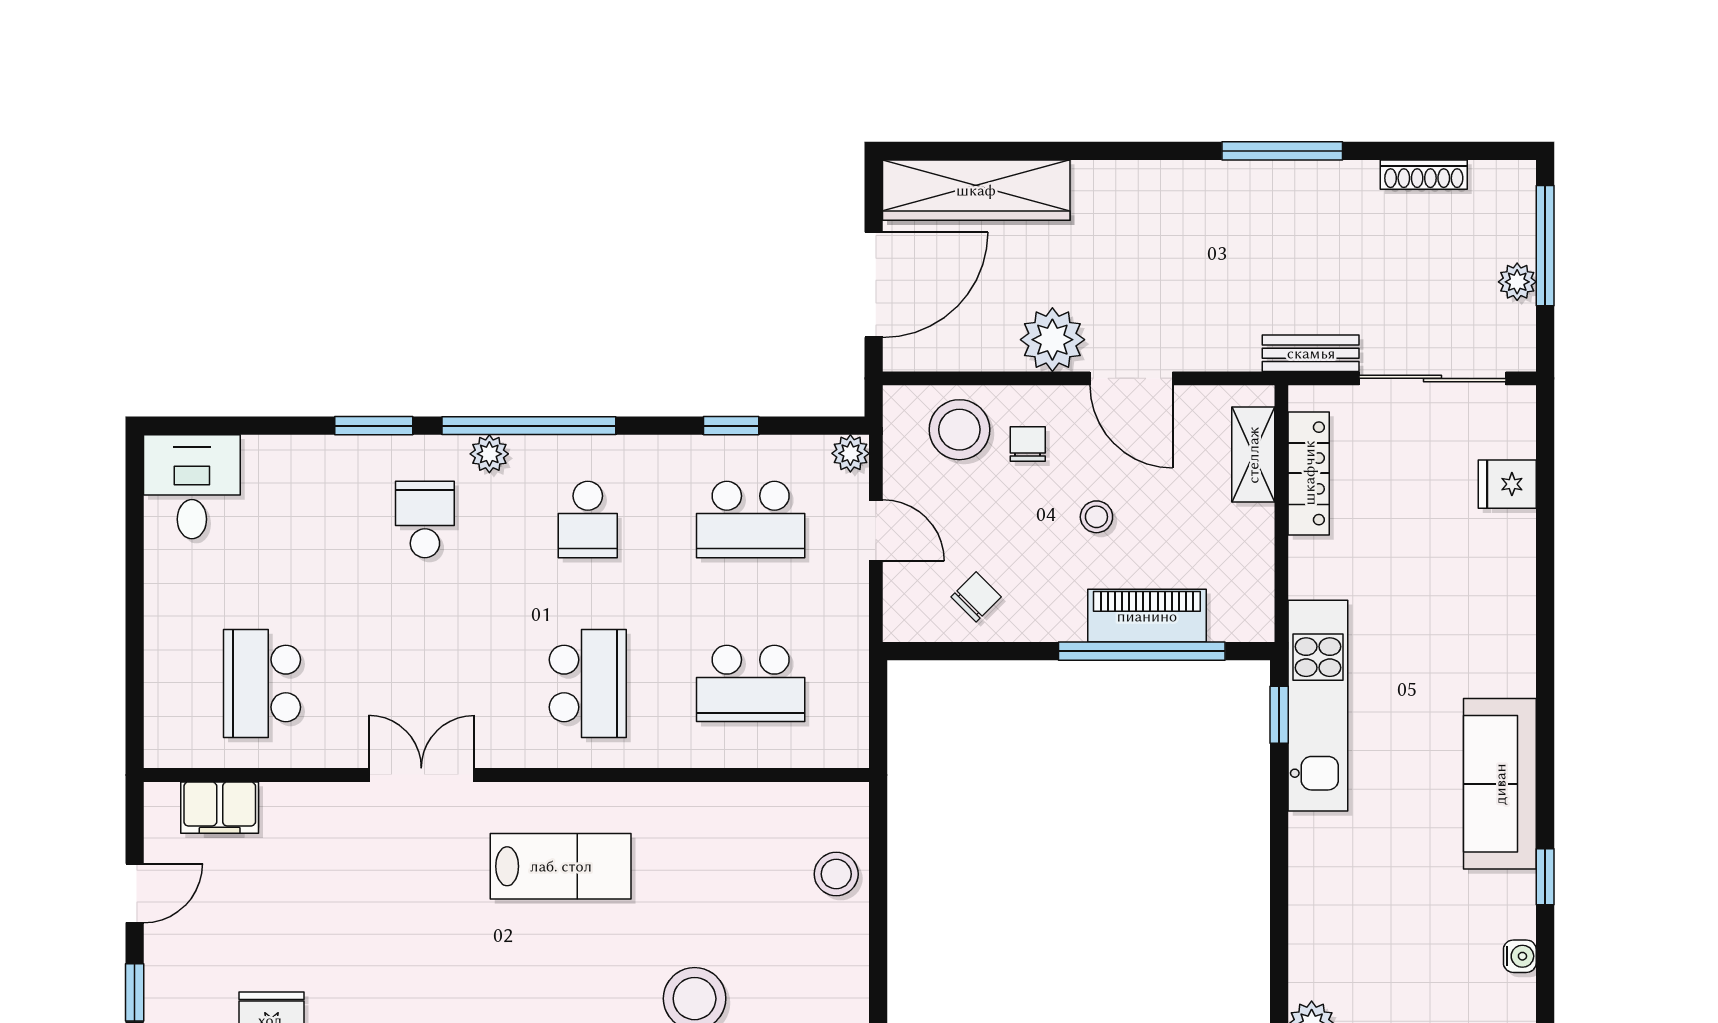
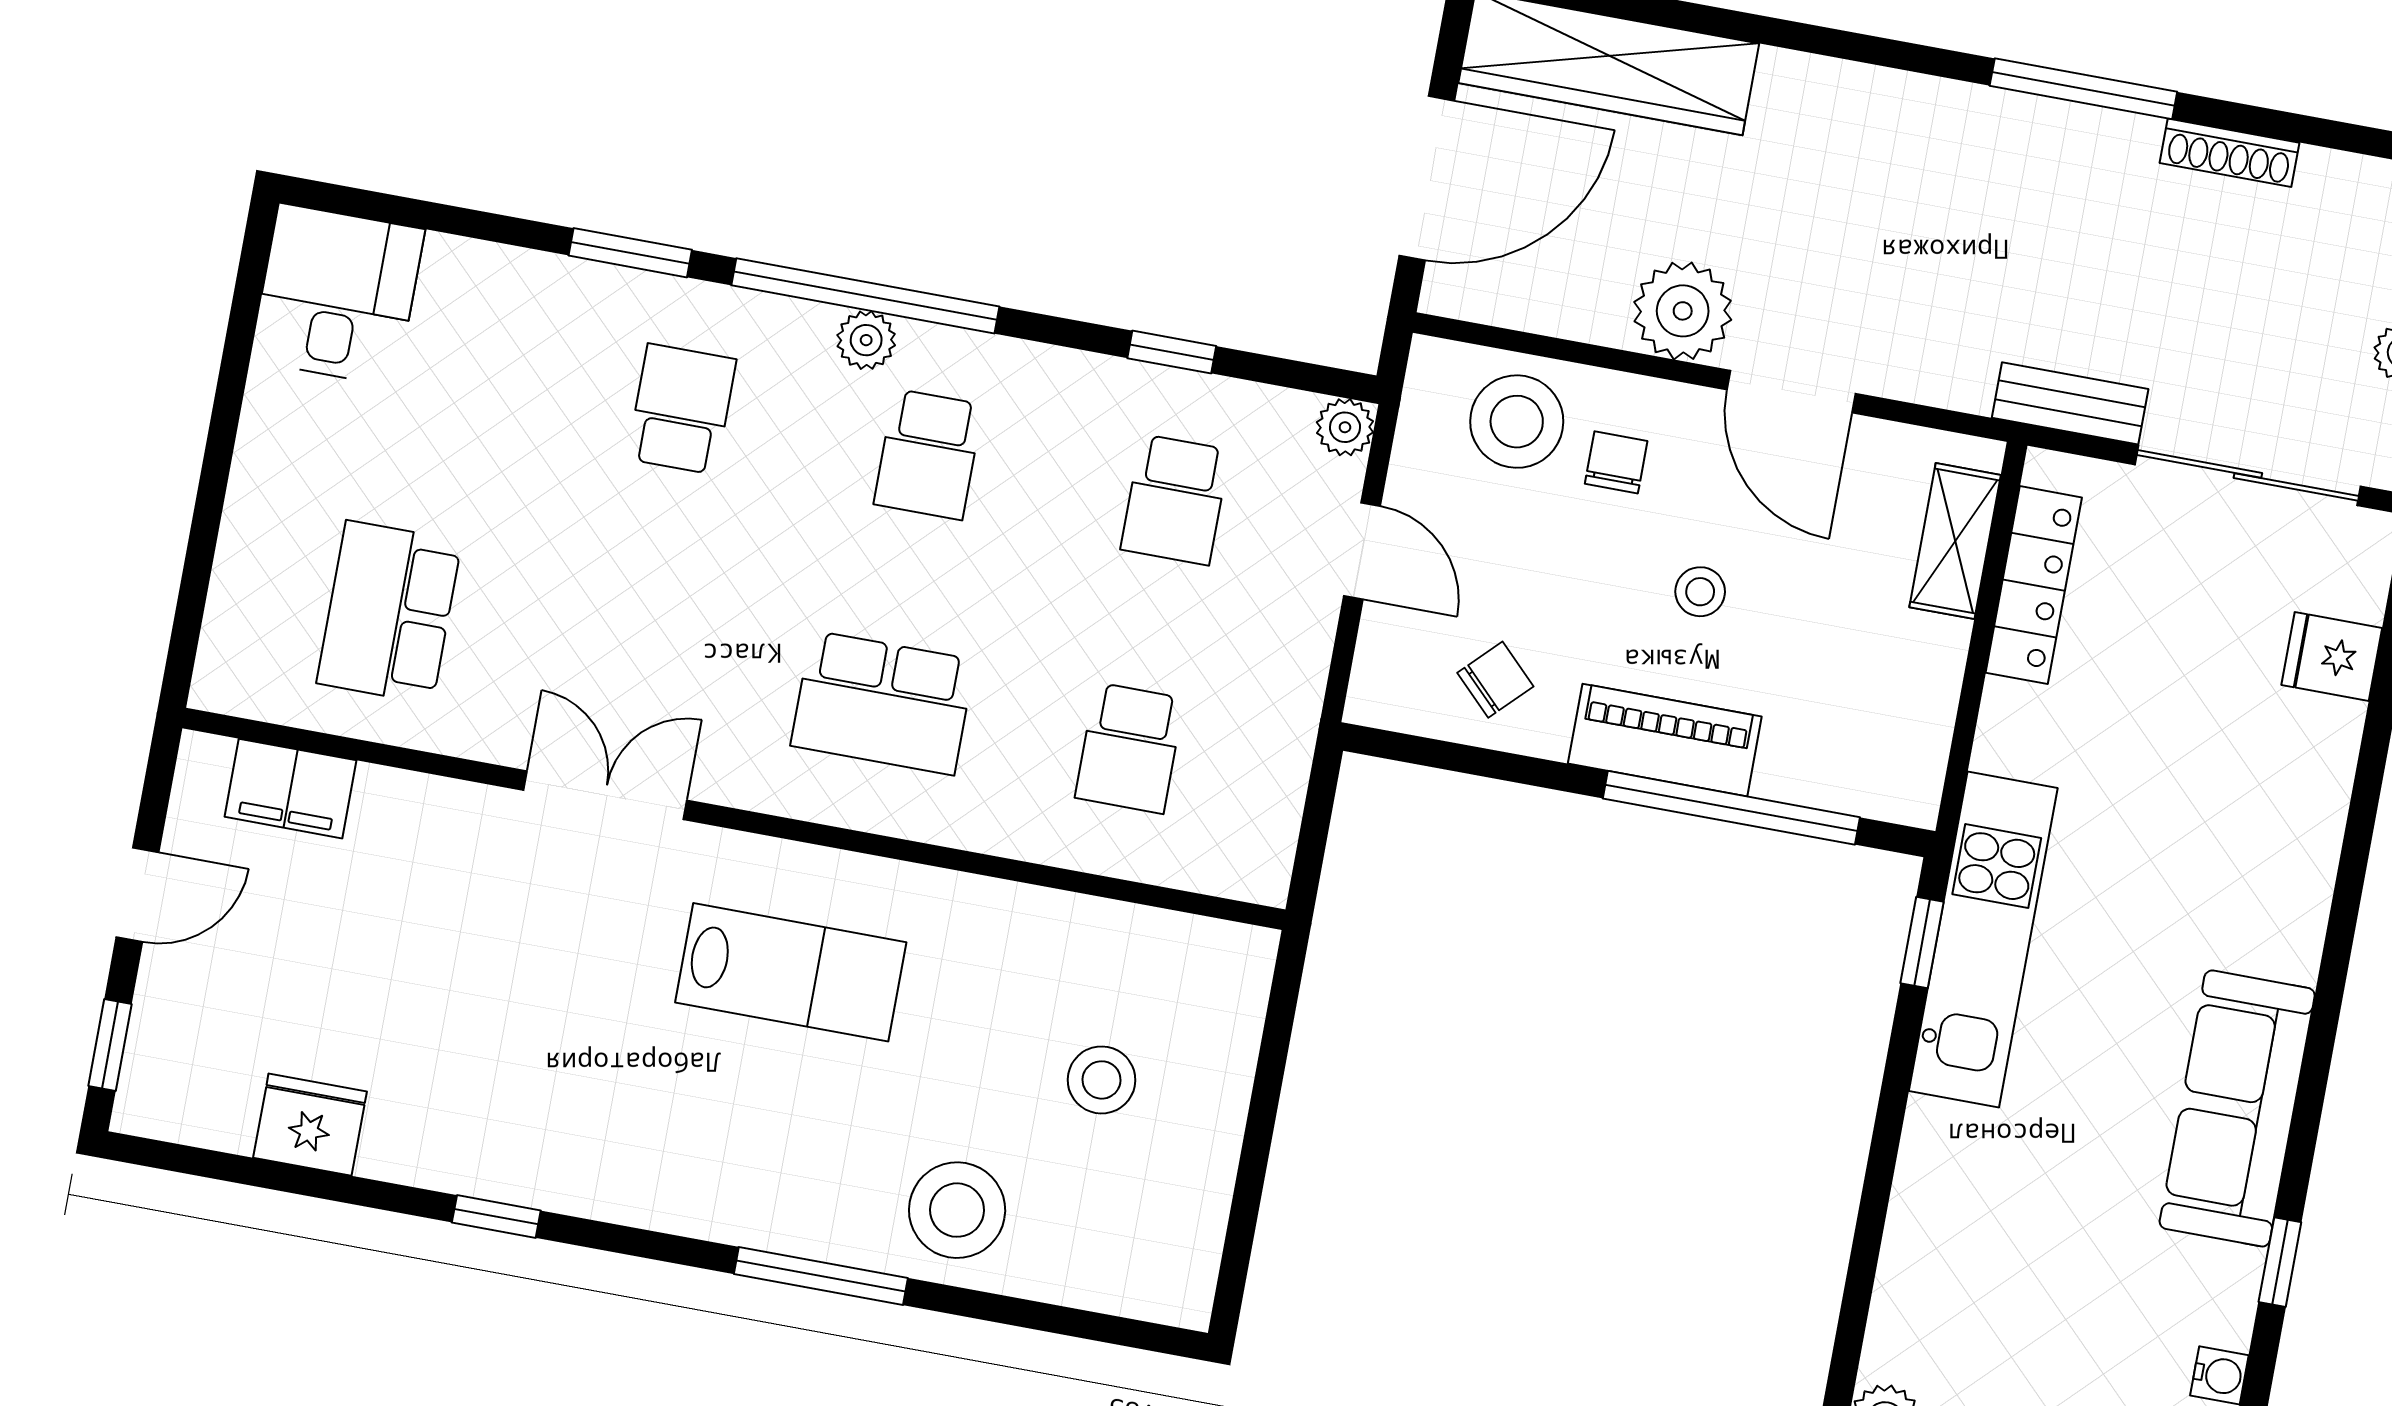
shoe rack: (1424, 175) -> (2230, 153), moved
plant: (489, 454) -> (866, 340), moved
school desk: (751, 520) -> (1175, 500), width x0.54
piano: (1147, 616) -> (1665, 740), moved
school desk: (588, 683) -> (883, 703), turned 90
school desk: (751, 683) -> (1130, 748), width x0.54
stool: (836, 874) -> (1102, 1080), moved

